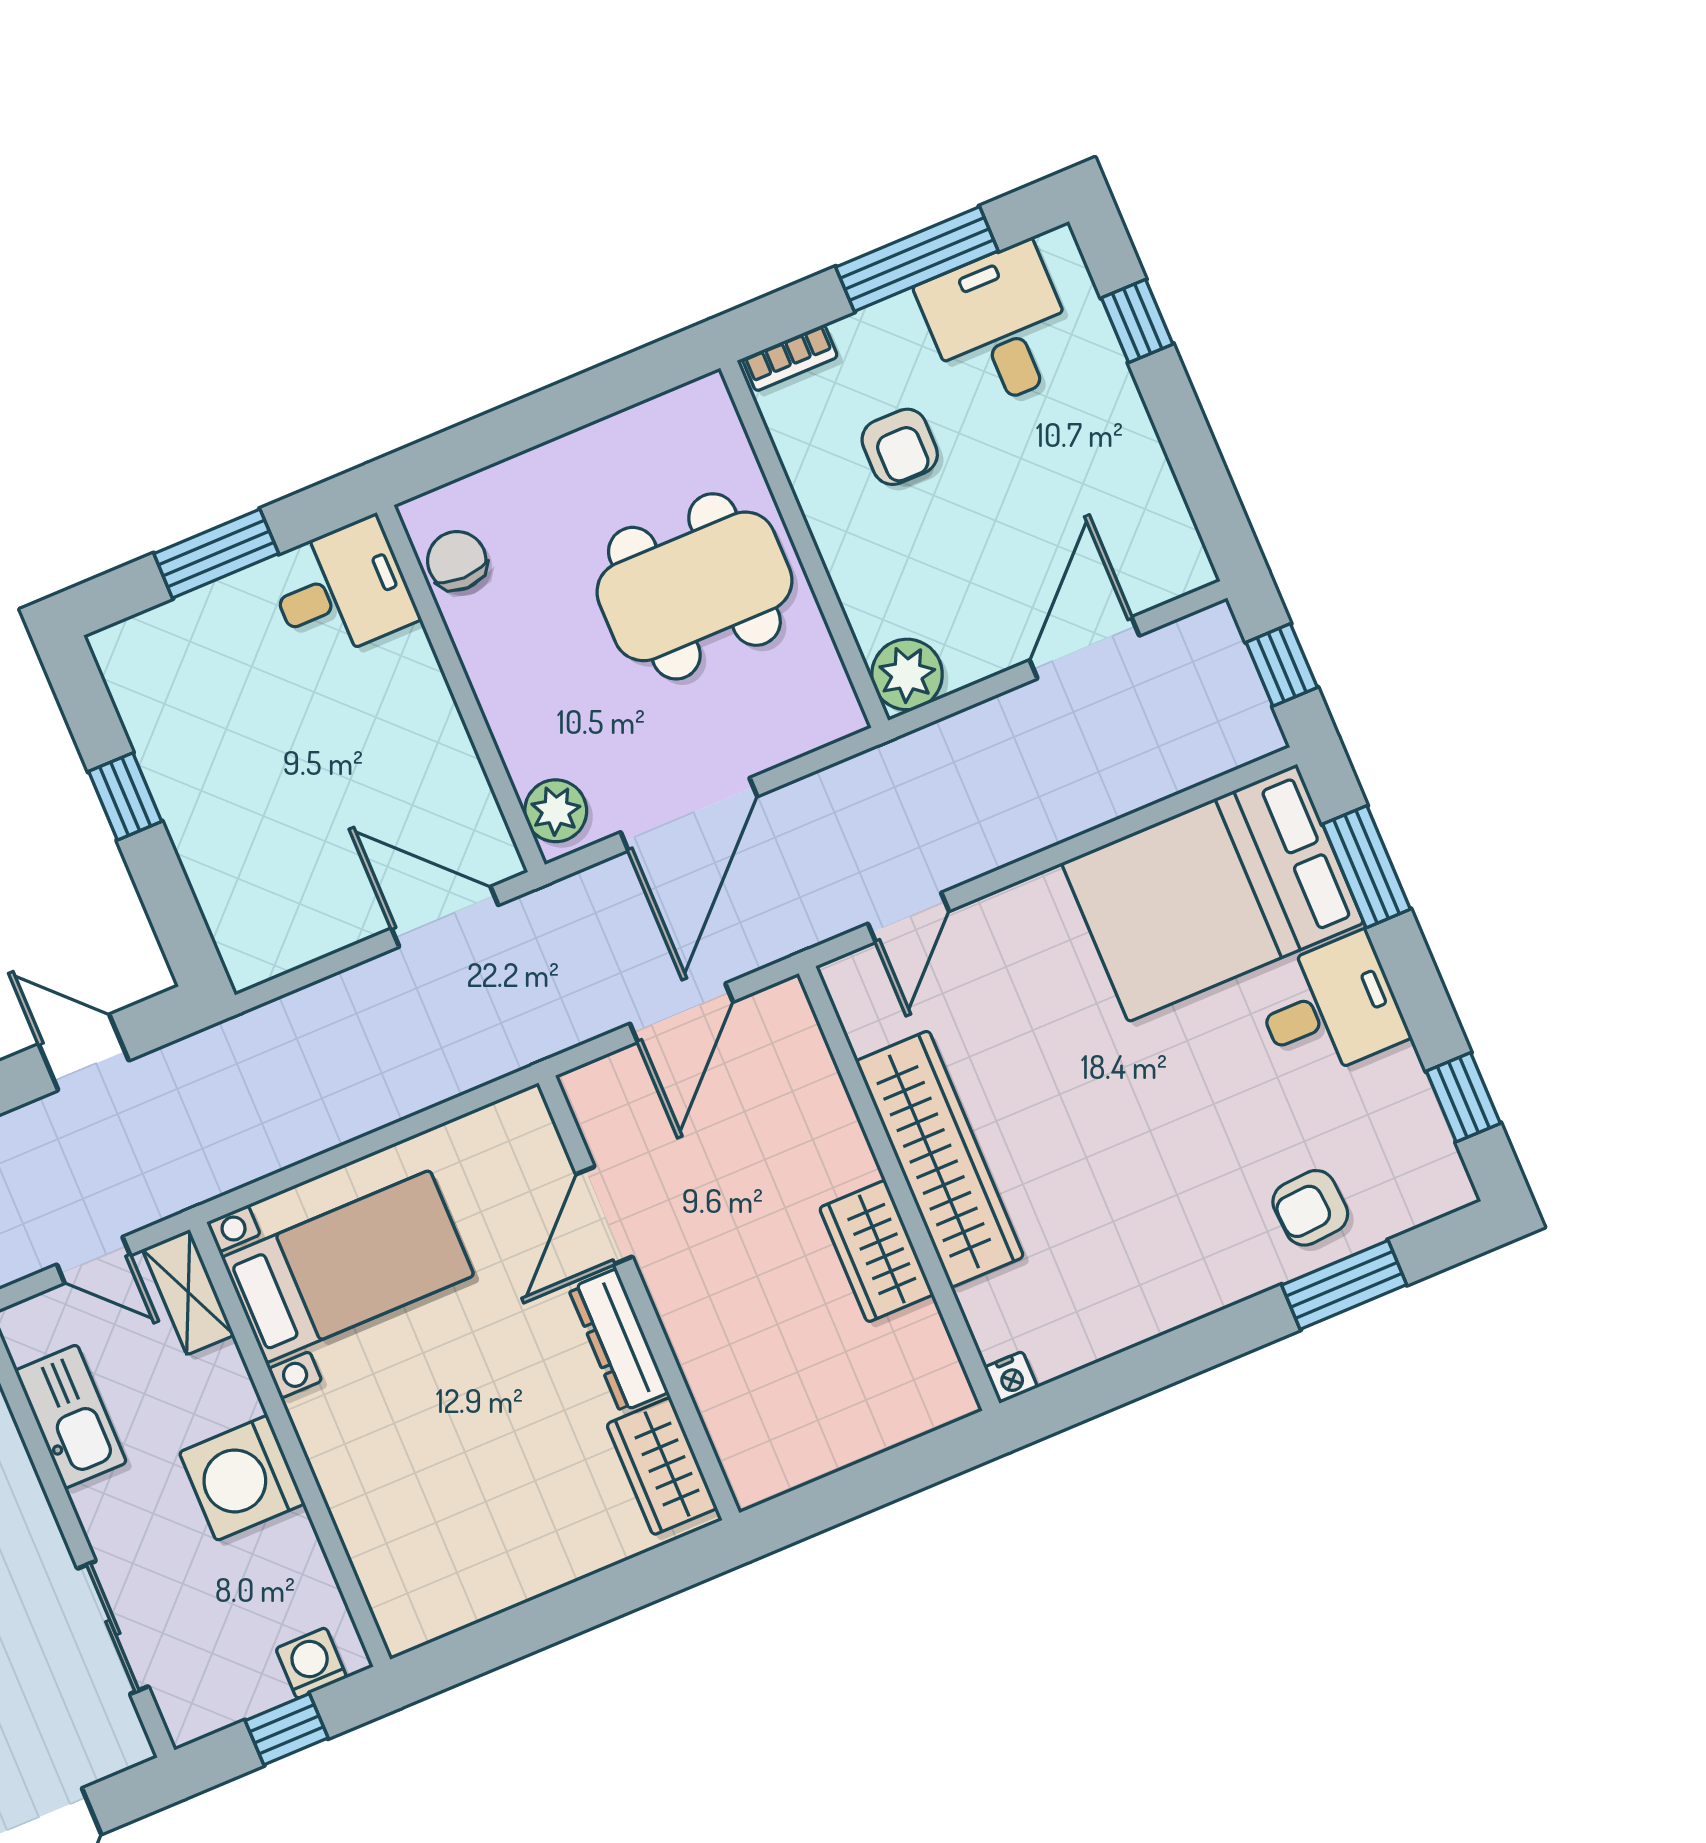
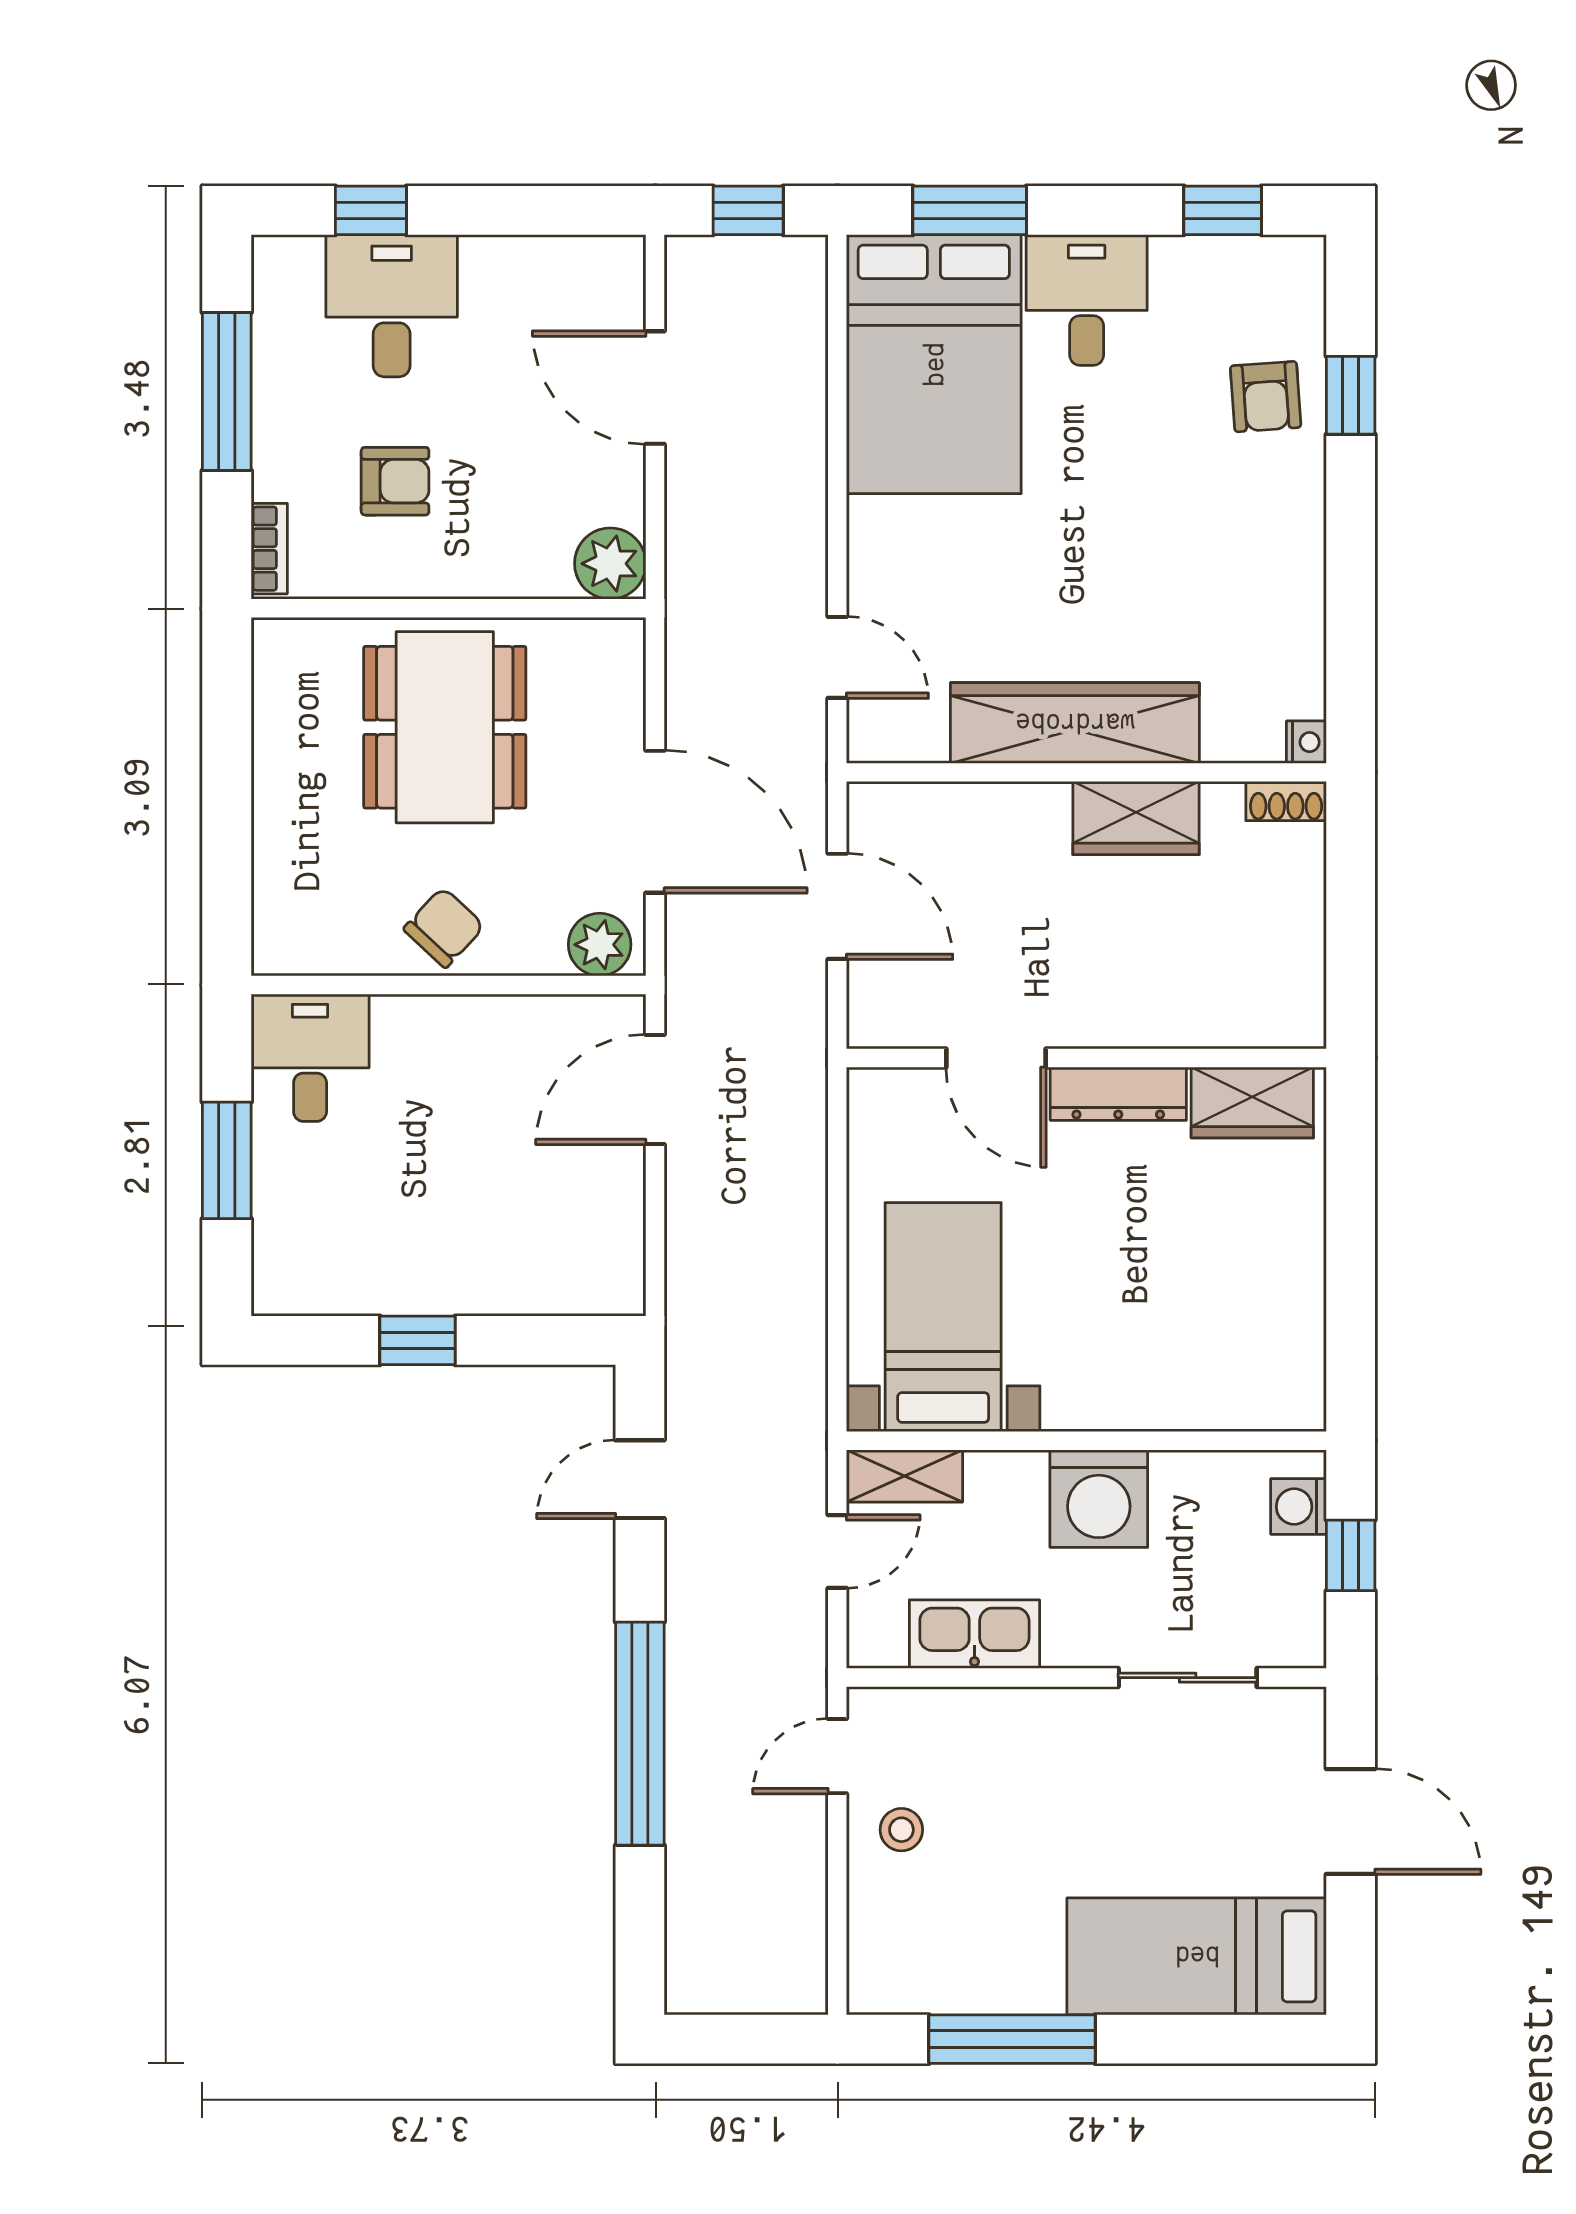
desk: (999, 327) -> (392, 306), moved, turned 90
chair: (457, 561) -> (444, 927), moved, turned 133
window: (1344, 1285) -> (1351, 395), width x0.67
shoe rack: (949, 1381) -> (1286, 801), added

